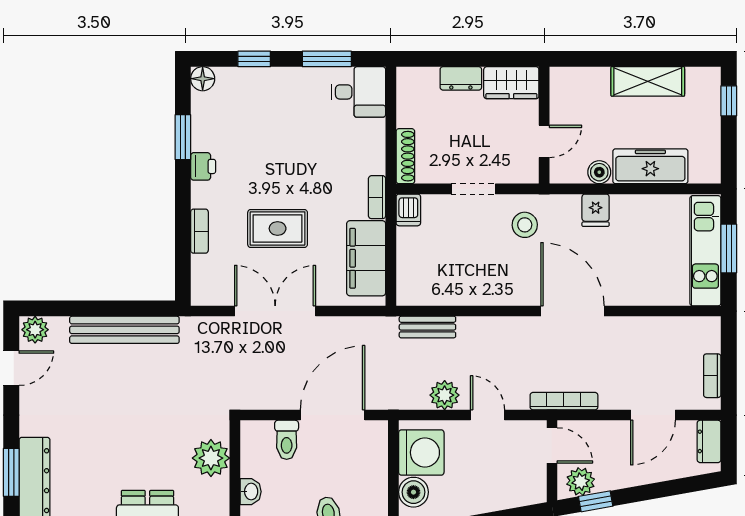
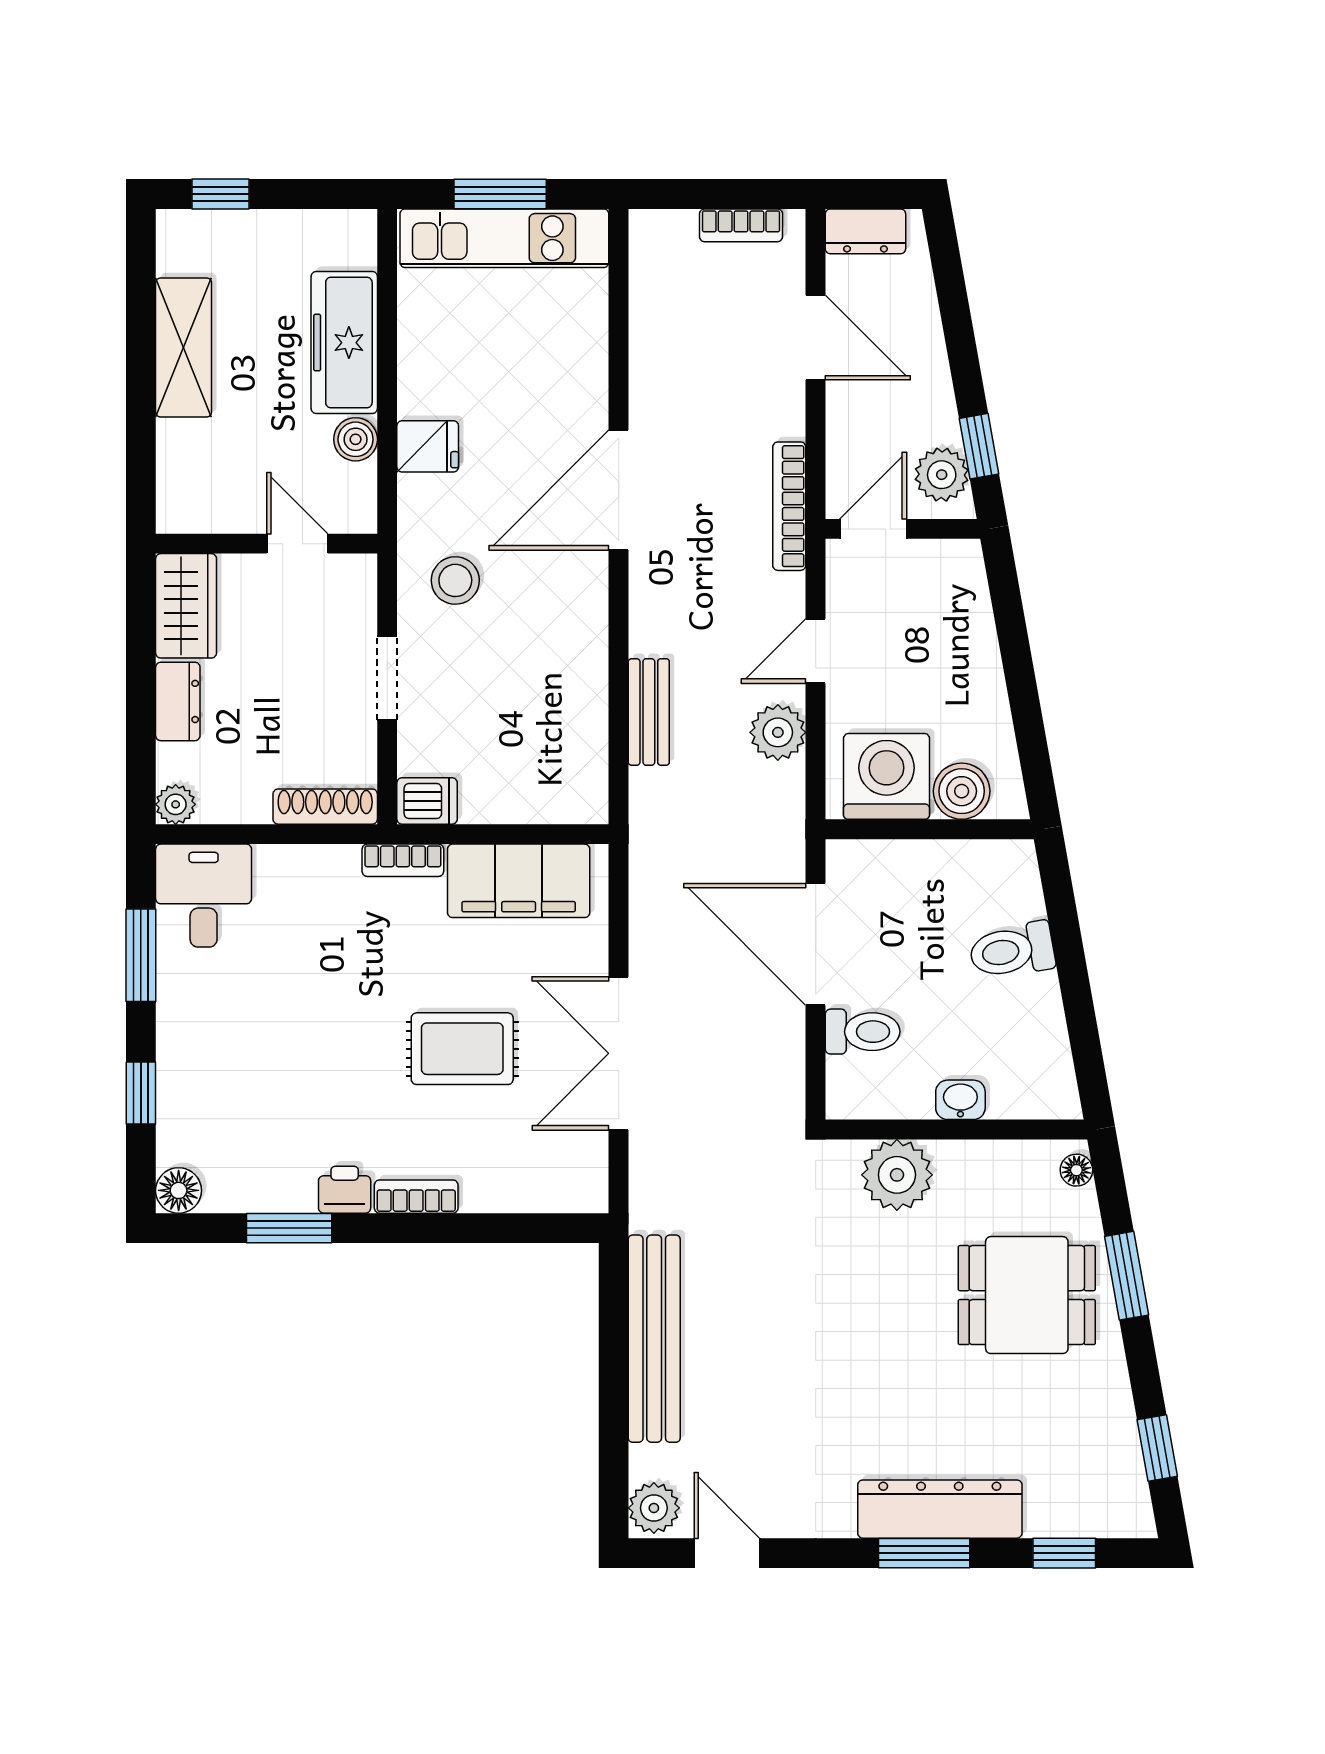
plant: (407, 77) -> (176, 804), added
rug: (278, 229) -> (462, 1049), turned 90
bookcase: (199, 231) -> (416, 1197), moved
bench: (427, 327) -> (649, 712), moved

